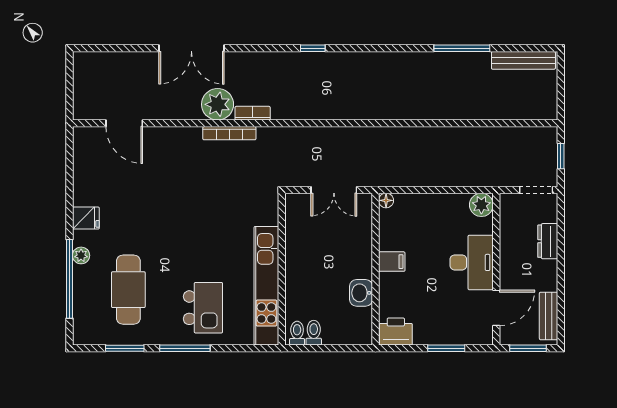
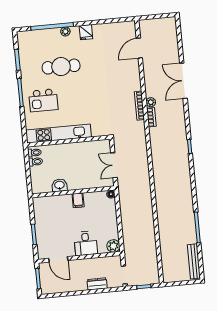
plant: (218, 104) -> (151, 102), width x0.53, depth x0.53
desk: (472, 262) -> (86, 243), width x0.73
cafe table: (128, 290) -> (61, 67), moved
bench: (549, 316) -> (57, 288), removed
printer: (396, 331) -> (40, 206), removed

